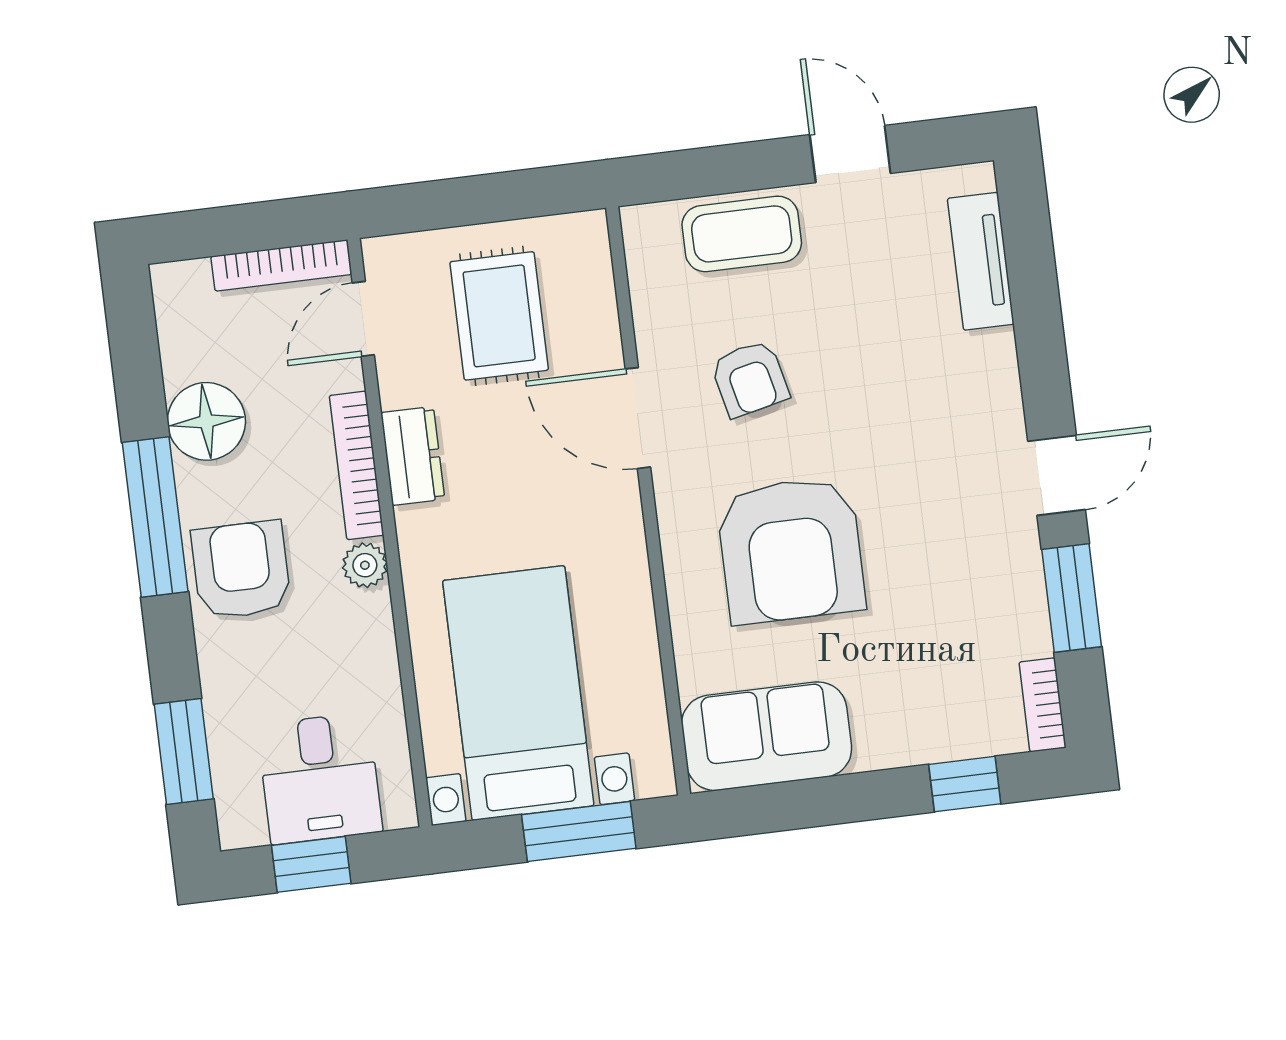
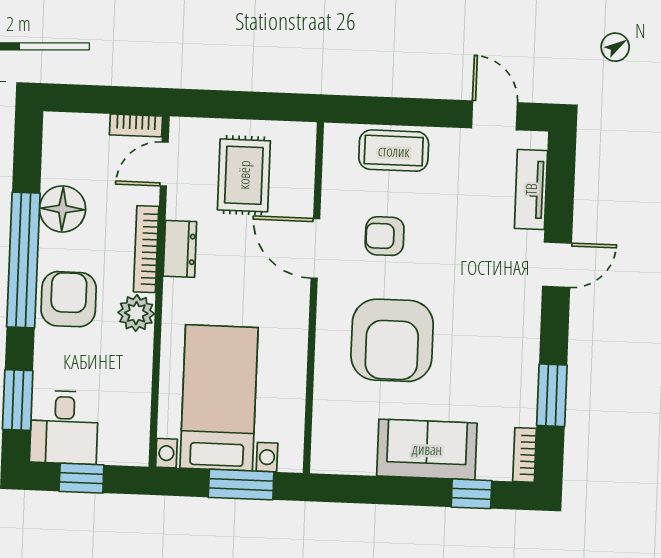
door: (850, 154) -> (494, 115), moved
bookcase: (281, 265) -> (136, 125), width x0.64
armchair: (750, 379) -> (385, 236), turned 103
door: (1057, 475) -> (557, 265), moved
window: (155, 517) -> (23, 260), width x1.46
plant: (365, 565) -> (136, 313), width x1.38, depth x1.38
sofa: (767, 736) -> (427, 449), moved
desk: (320, 778) -> (64, 427), moved

